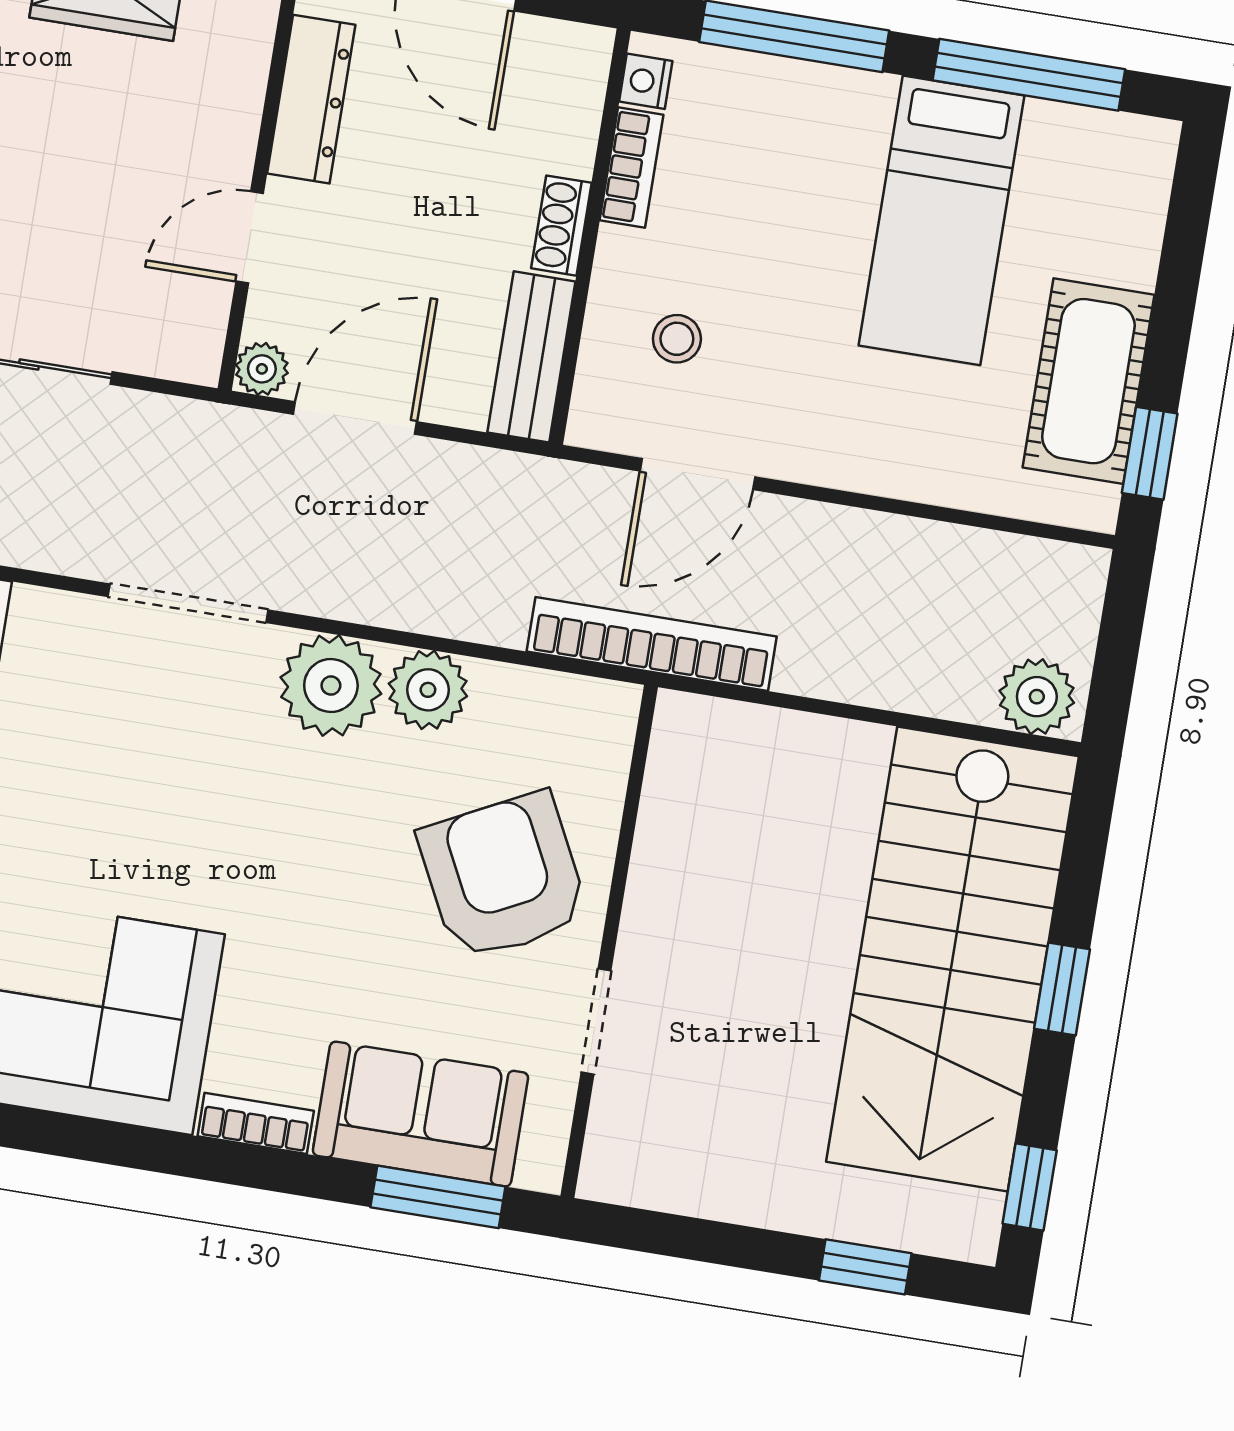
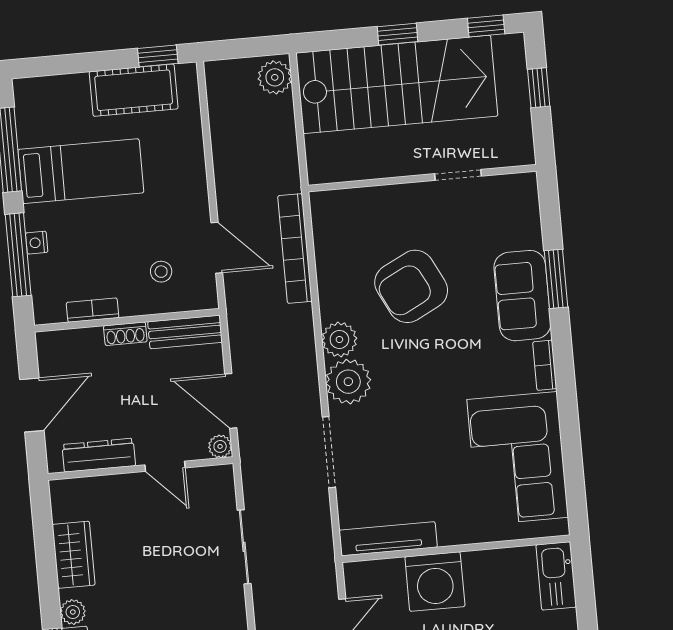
nightstand: (646, 81) -> (37, 243), moved, turned 90
wall: (609, 941) -> (422, 178), moved
doorway: (596, 1021) -> (458, 175), moved

